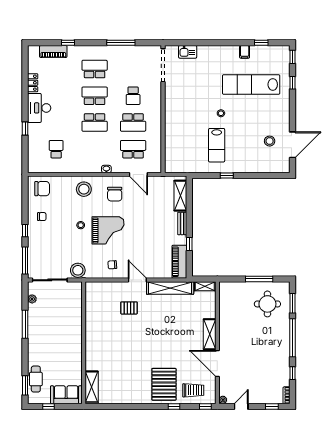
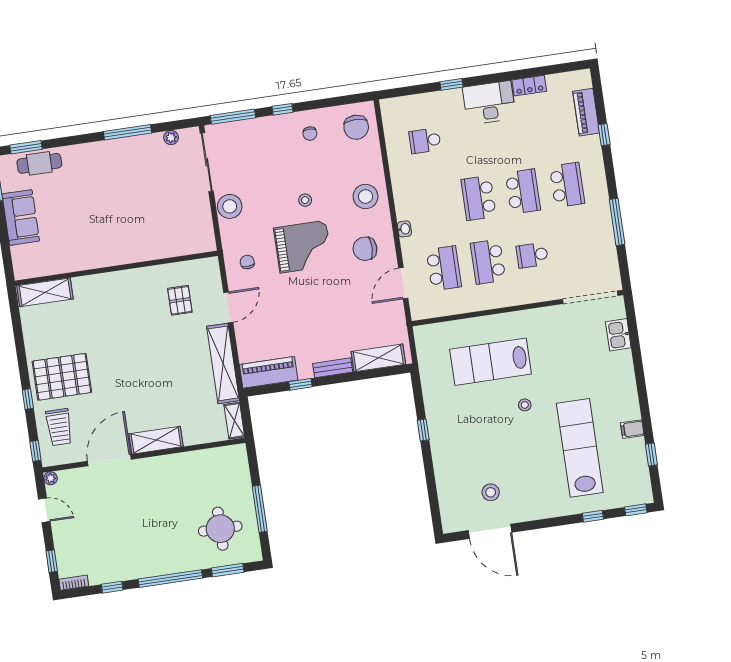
lab bench: (217, 145) -> (491, 362), moved, width x1.36, depth x1.39
school desk: (56, 149) -> (425, 141), turned 180
grand piano: (108, 230) -> (303, 247), turned -90
wall: (84, 343) -> (116, 268), moved
shelving: (92, 387) -> (45, 292), moved

